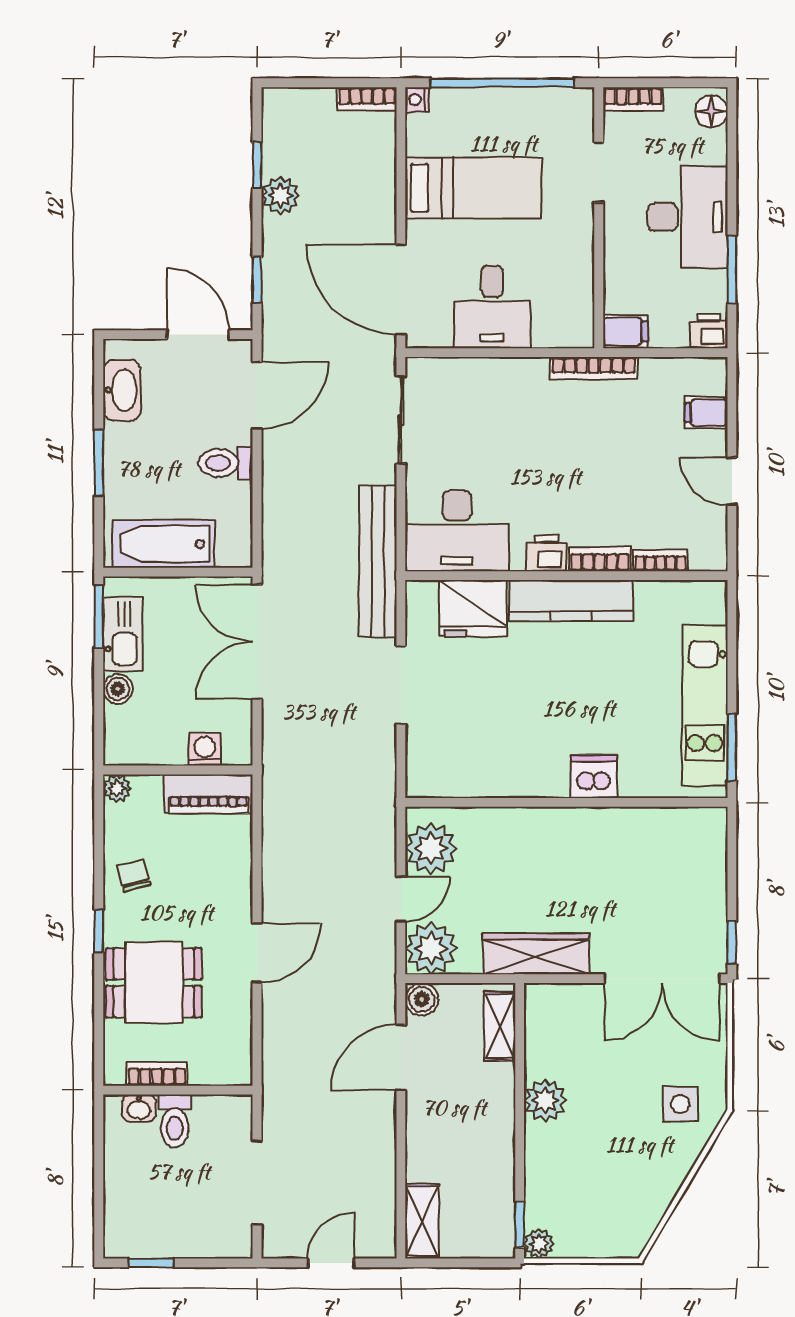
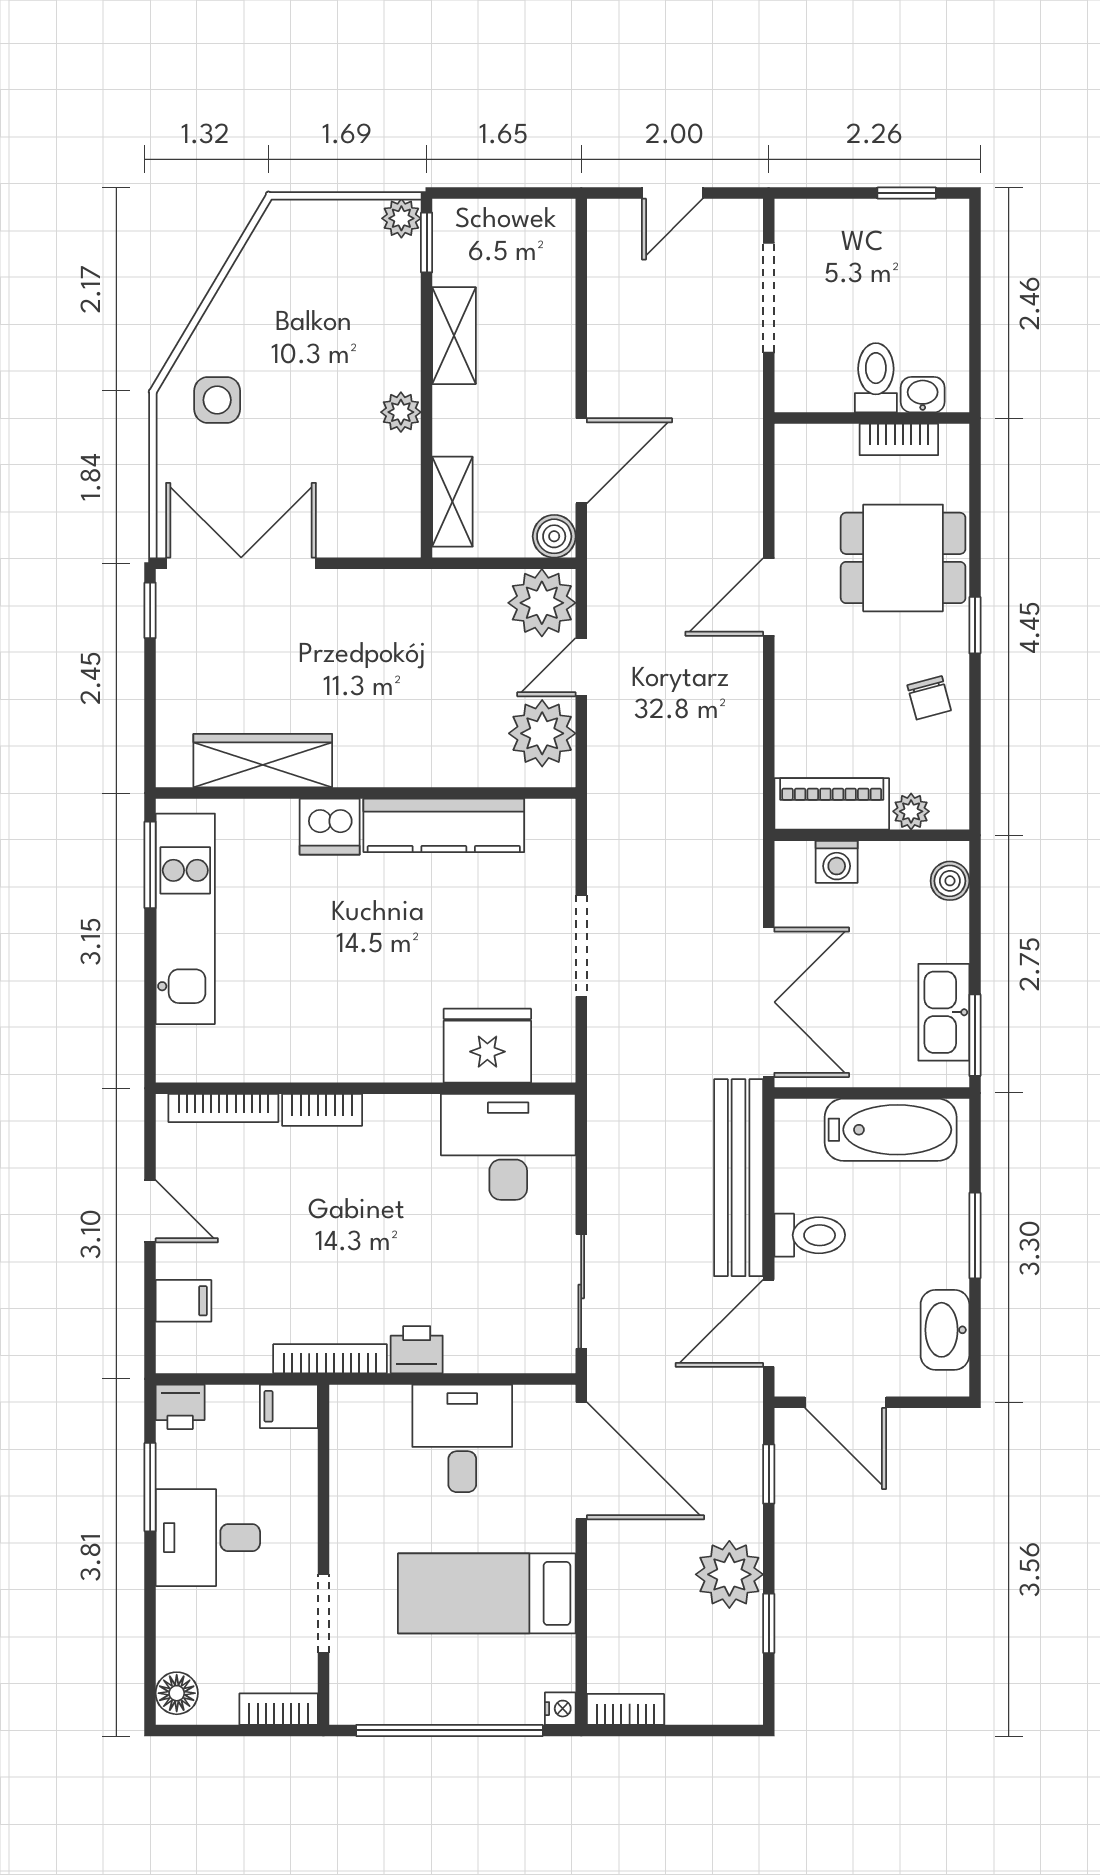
plant: (280, 196) -> (729, 1574), width x1.36, depth x1.36
desk: (688, 217) -> (208, 1538), width x0.73
printer: (546, 553) -> (417, 1350), moved, turned 180
bench: (378, 561) -> (739, 1178), moved
bookcase: (660, 561) -> (223, 1108), width x1.56
kitchen counter: (571, 601) -> (444, 825), moved, turned 180
boiler: (118, 689) -> (950, 881), moved
plant: (117, 788) -> (911, 811), moved
wardrobe: (536, 954) -> (263, 761), moved, turned 180
plant: (545, 1101) -> (401, 412), width x0.73, depth x0.73
shelving: (422, 1221) -> (454, 336), moved

